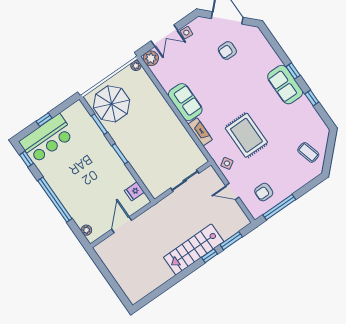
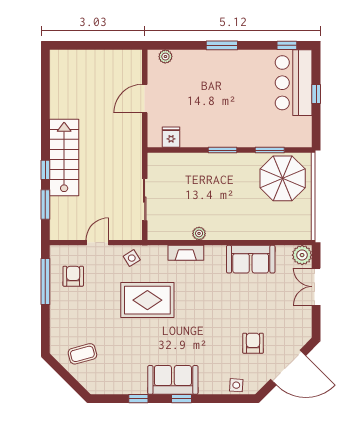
side table: (186, 33) -> (236, 385), moved
plant: (136, 66) -> (199, 233), moved
sofa: (185, 102) -> (251, 259), moved
window: (55, 200) -> (222, 45), width x0.47
door: (122, 225) -> (145, 99), swing flipped

